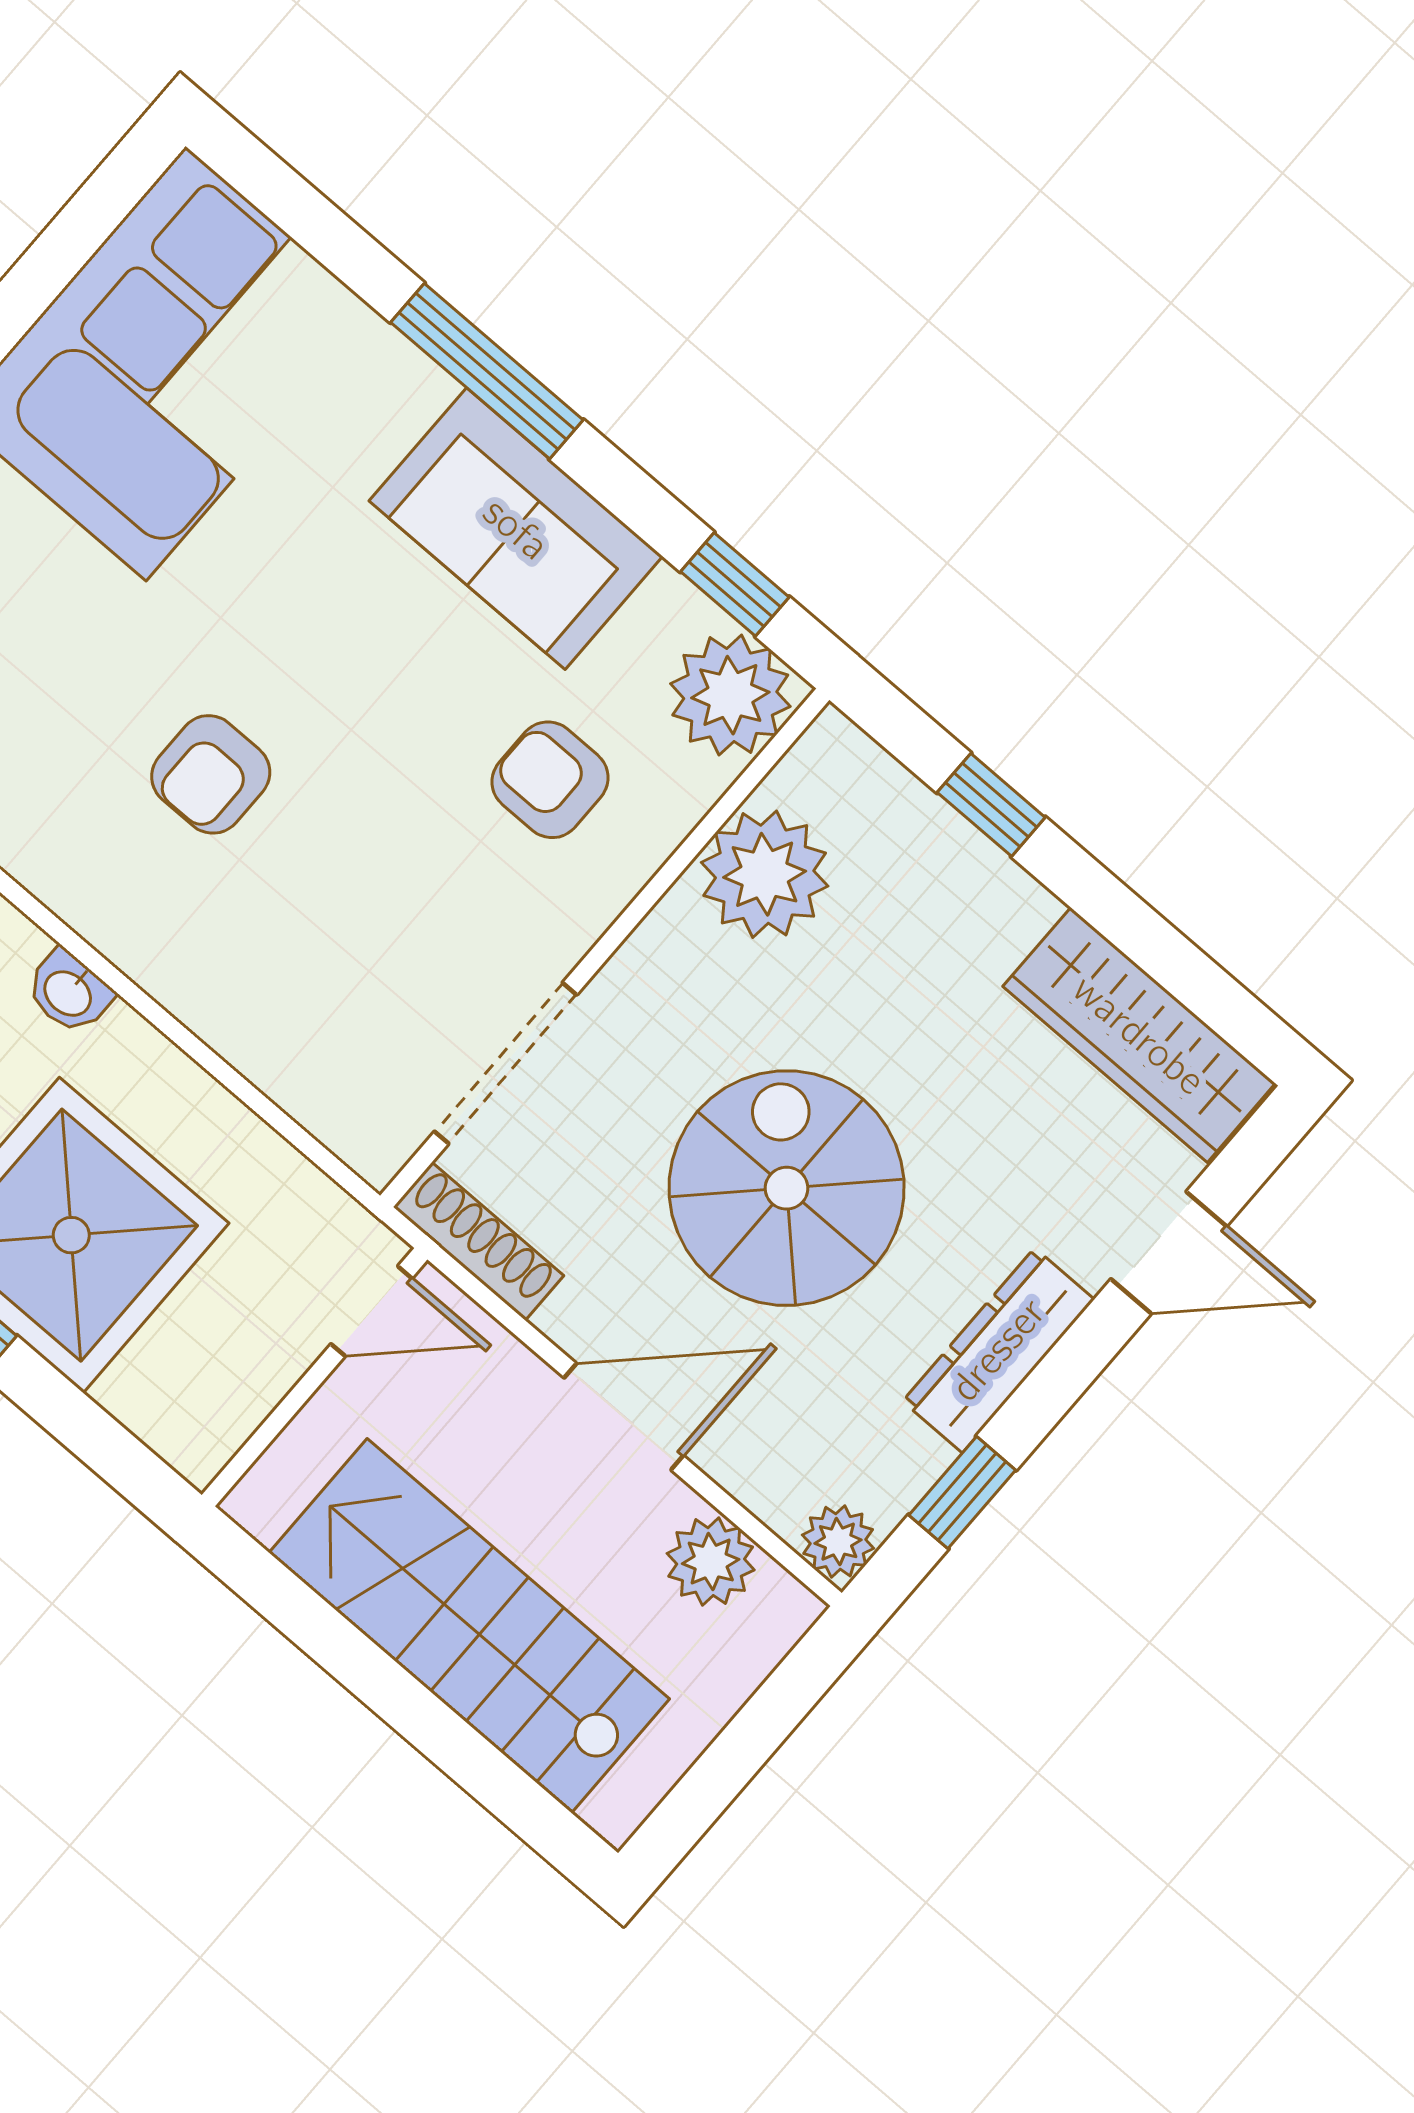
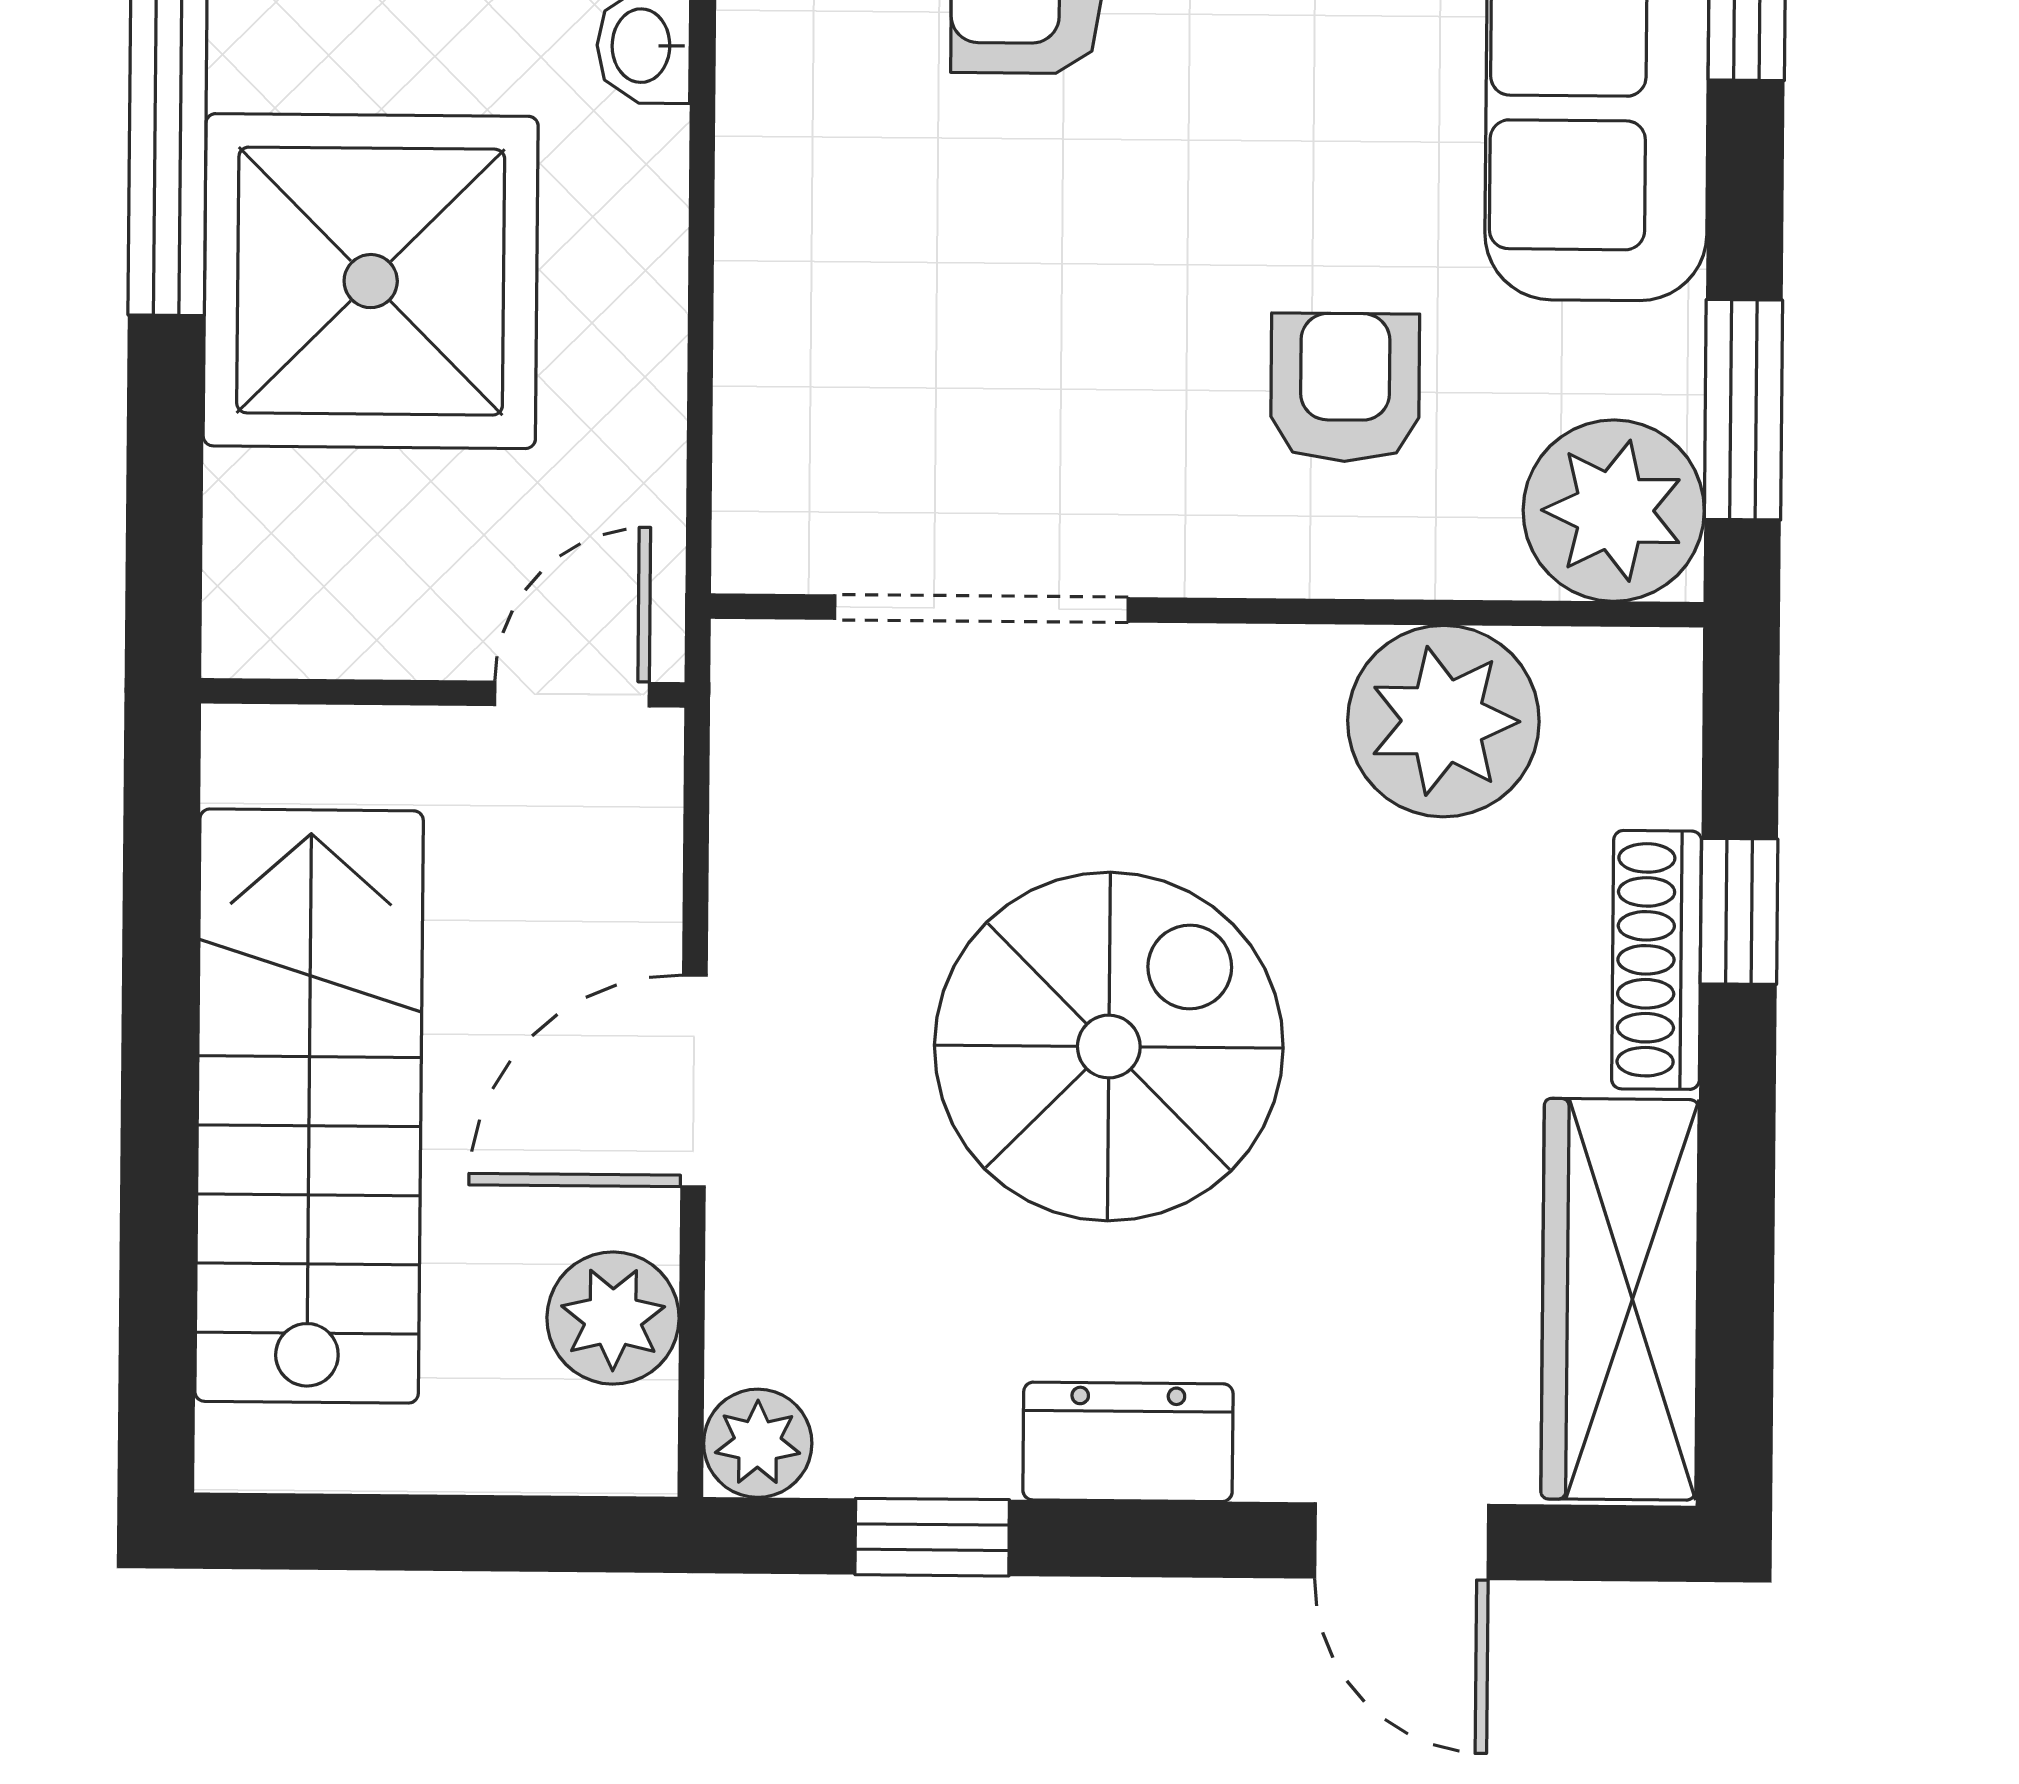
window: (735, 584) -> (1743, 410), width x1.50
shoe rack: (478, 1241) -> (1657, 960), moved, turned 180
door: (371, 1311) -> (572, 694), swing flipped
dresser: (998, 1350) -> (1128, 1442), width x0.70
door: (624, 1417) -> (694, 1081), swing flipped

